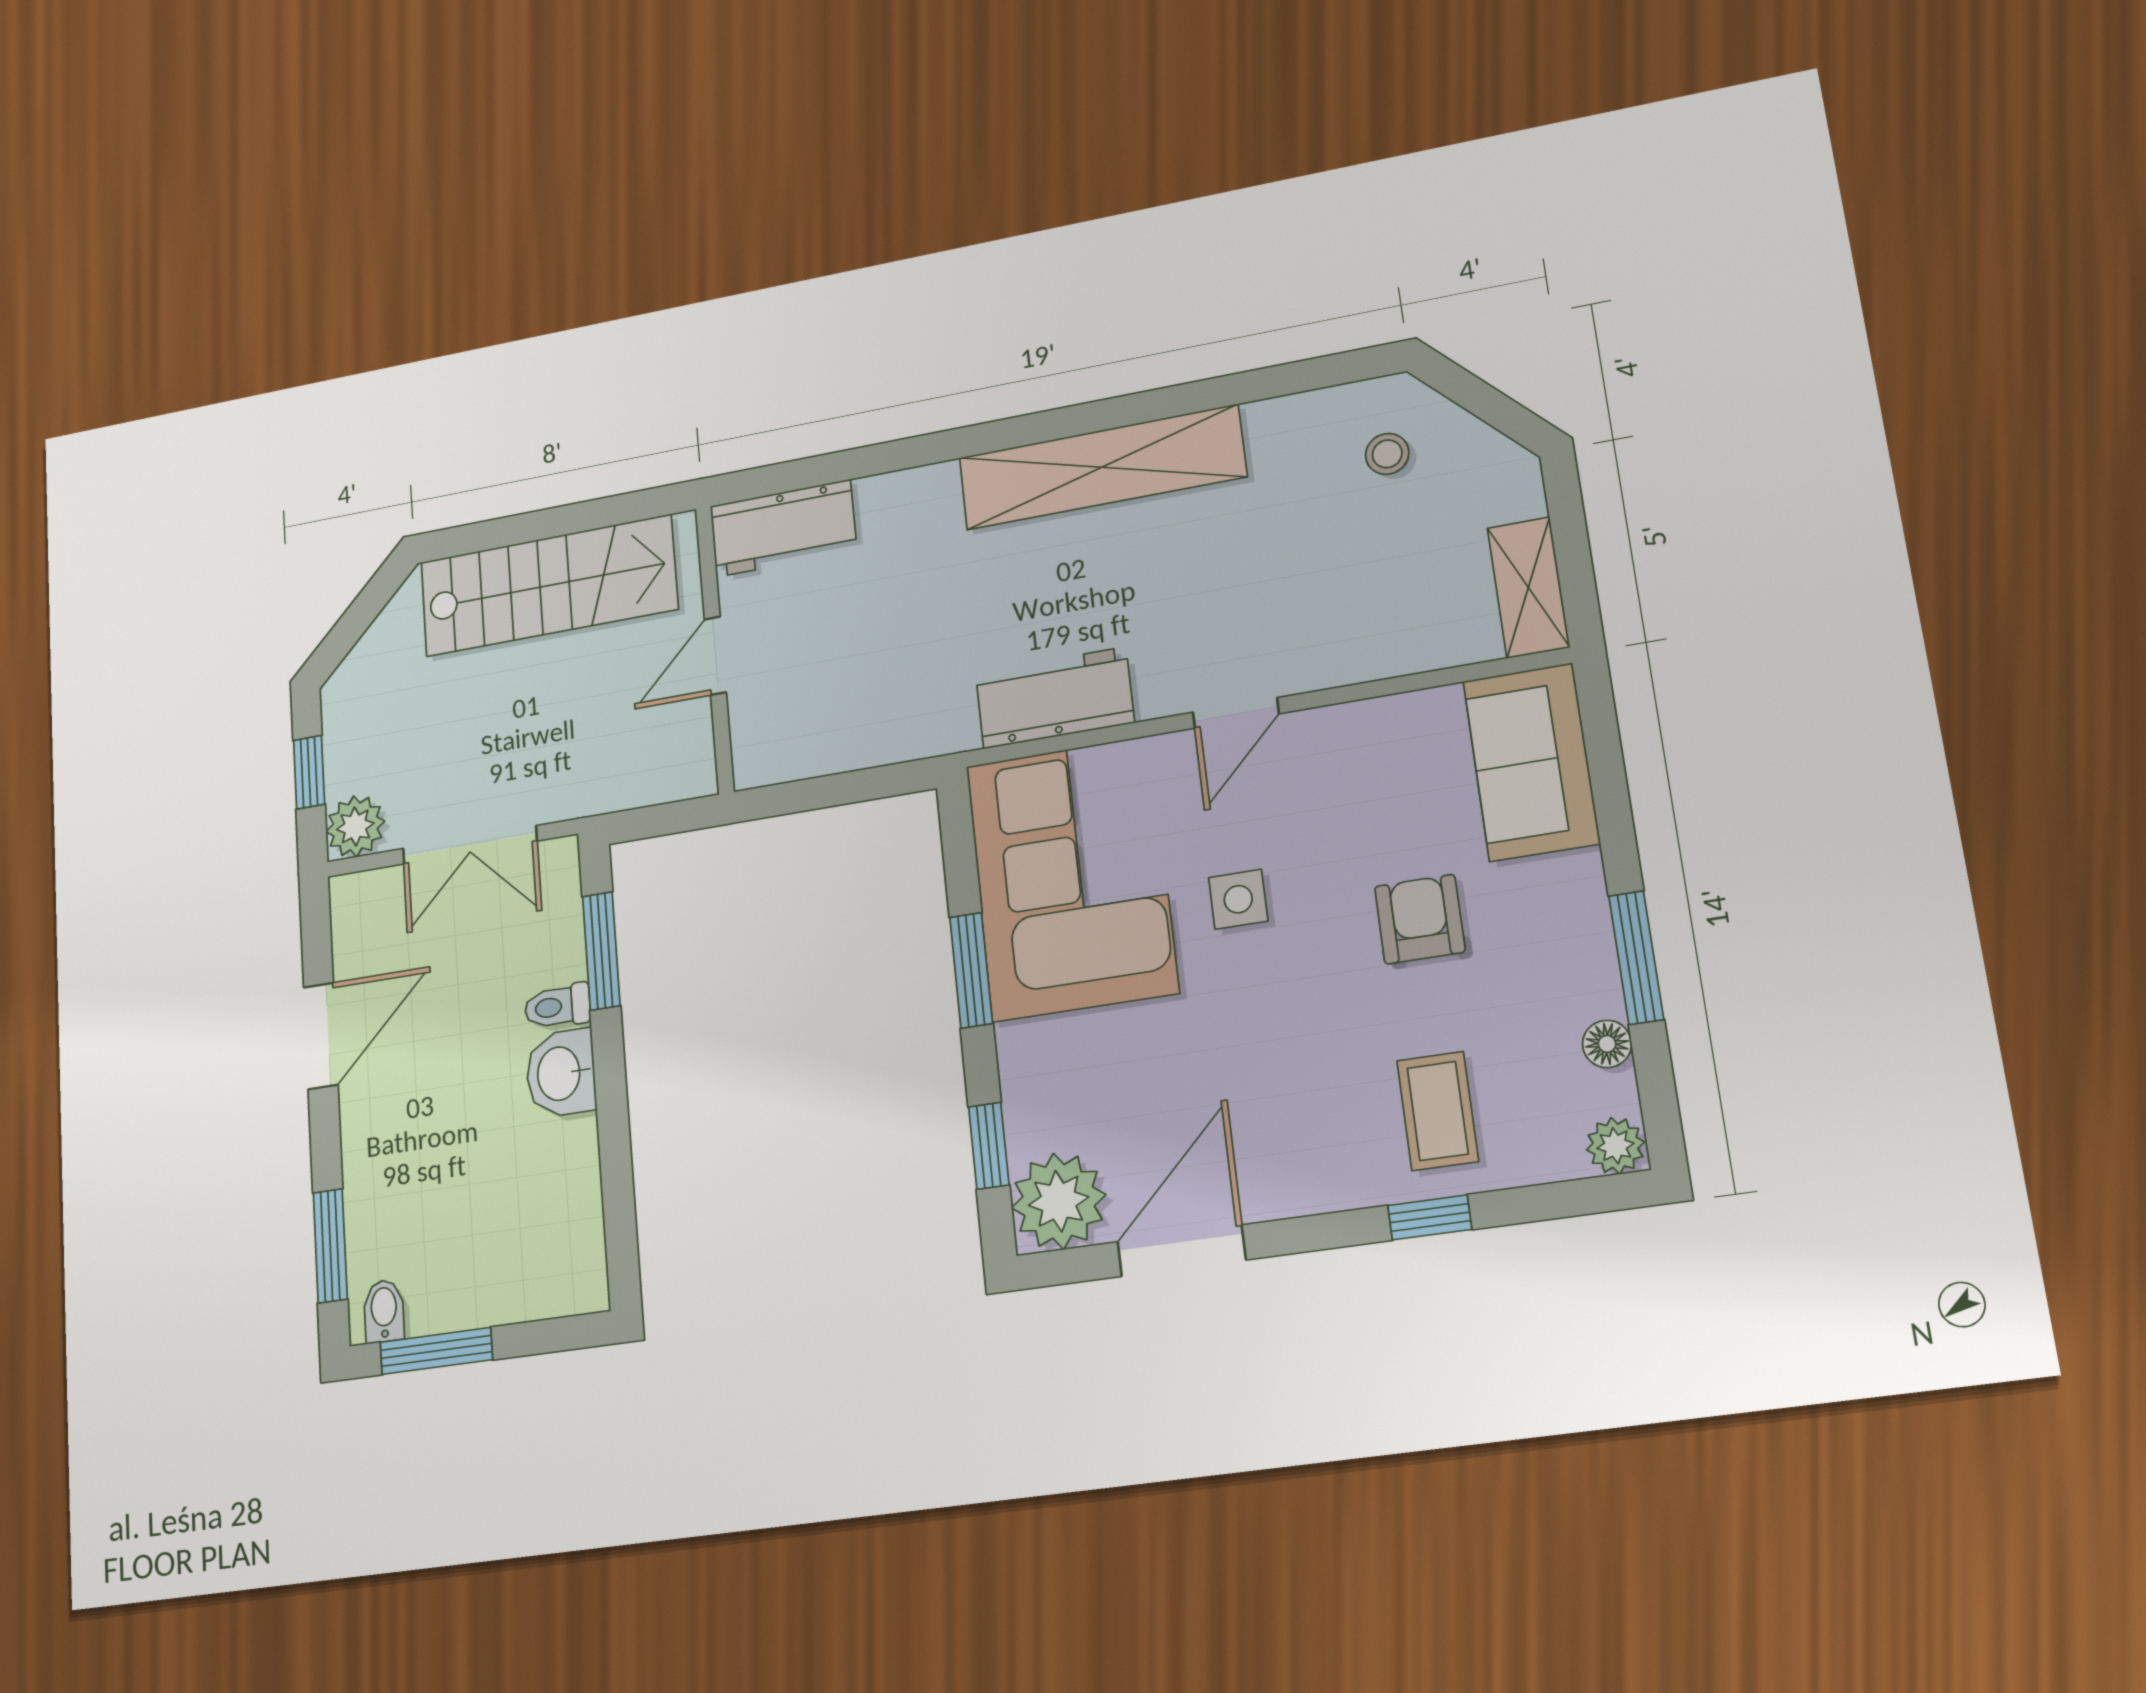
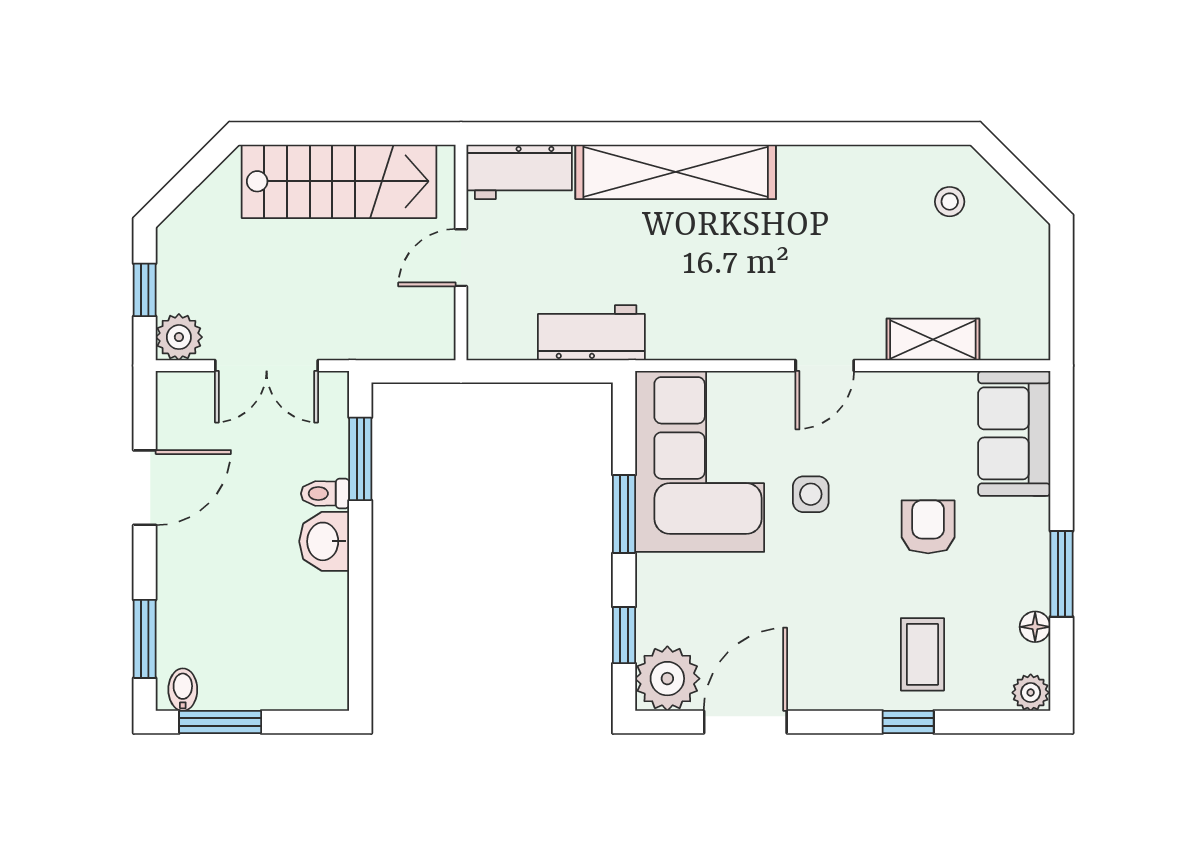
shelving: (1102, 467) -> (676, 172), moved
shelving: (1528, 587) -> (933, 339), moved, turned 90
workbench: (1055, 698) -> (591, 333), moved

